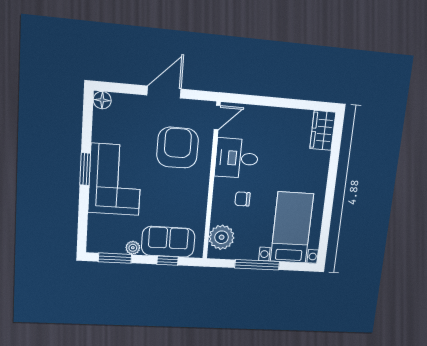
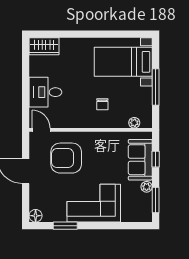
desk: (237, 158) -> (45, 92), moved, turned 90
window: (85, 169) -> (65, 226), moved
plant: (222, 237) -> (134, 123), width x0.53, depth x0.53

